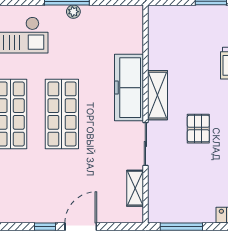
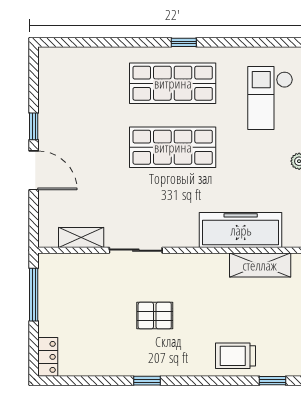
freezer: (129, 88) -> (241, 230), moved
shelving: (157, 95) -> (260, 265), moved

